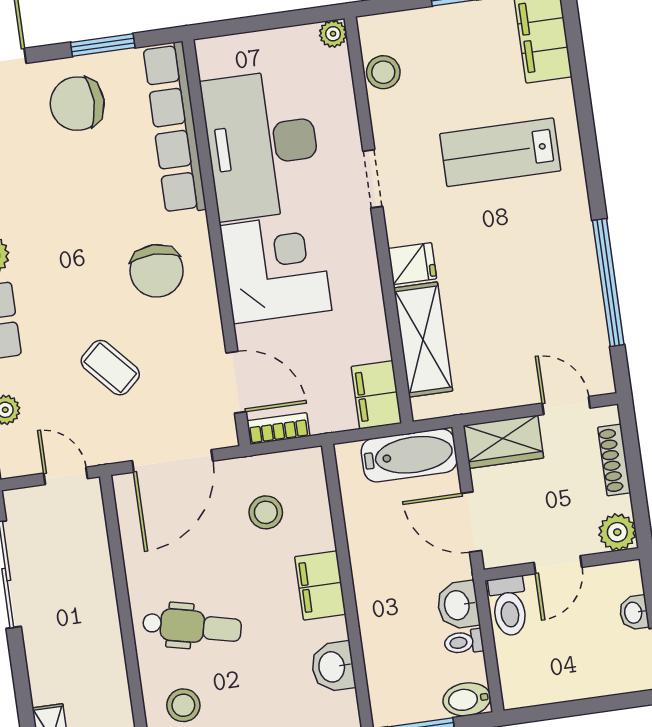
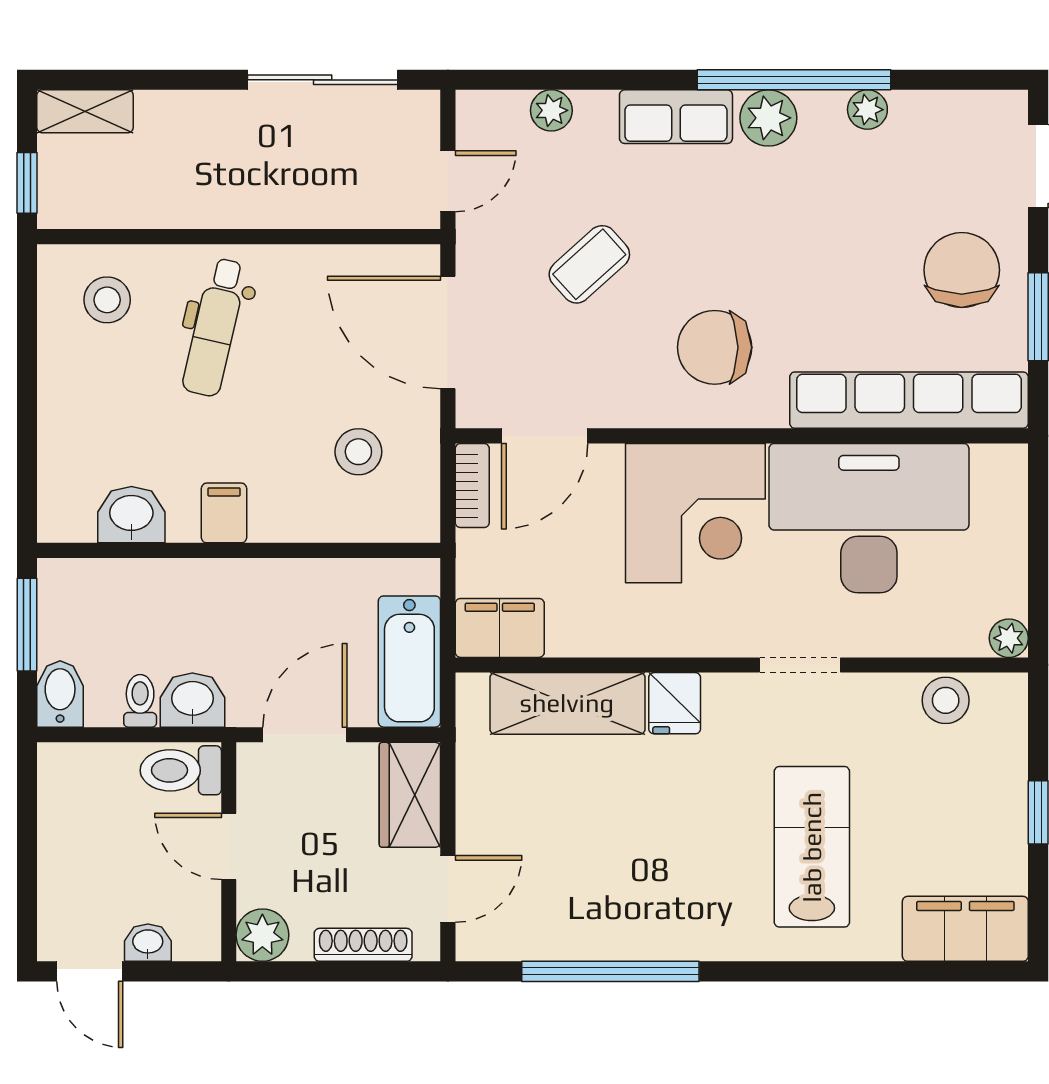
filing cabinet: (320, 585) -> (224, 513), width x0.50

